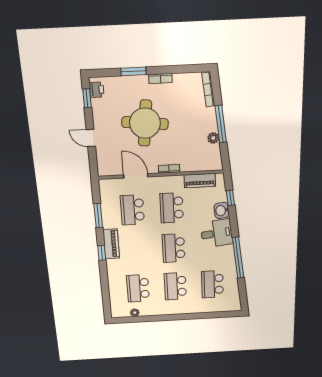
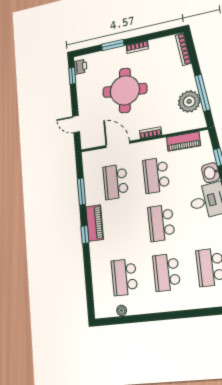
window: (221, 124) -> (202, 93), moved
door: (91, 138) -> (76, 124), moved
plant: (213, 138) -> (189, 101), width x1.88, depth x1.88

